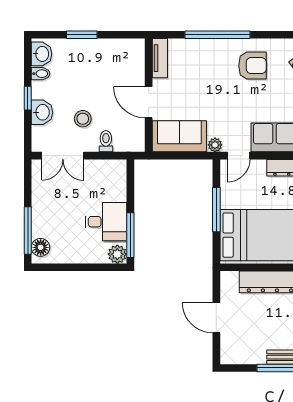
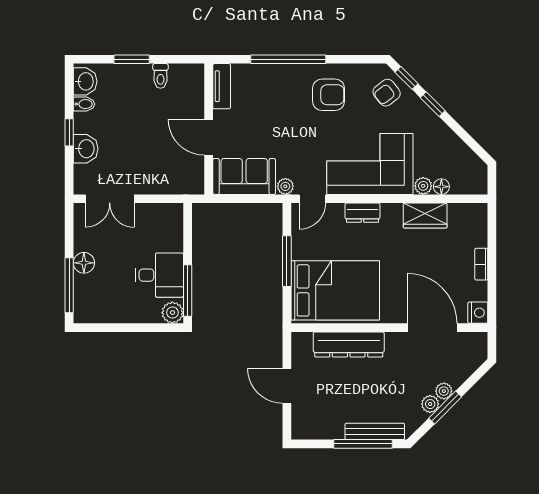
stool: (83, 119) -> (133, 156), removed
toilet: (106, 141) -> (160, 76), moved, turned 180
floor lamp: (41, 247) -> (84, 263), moved

